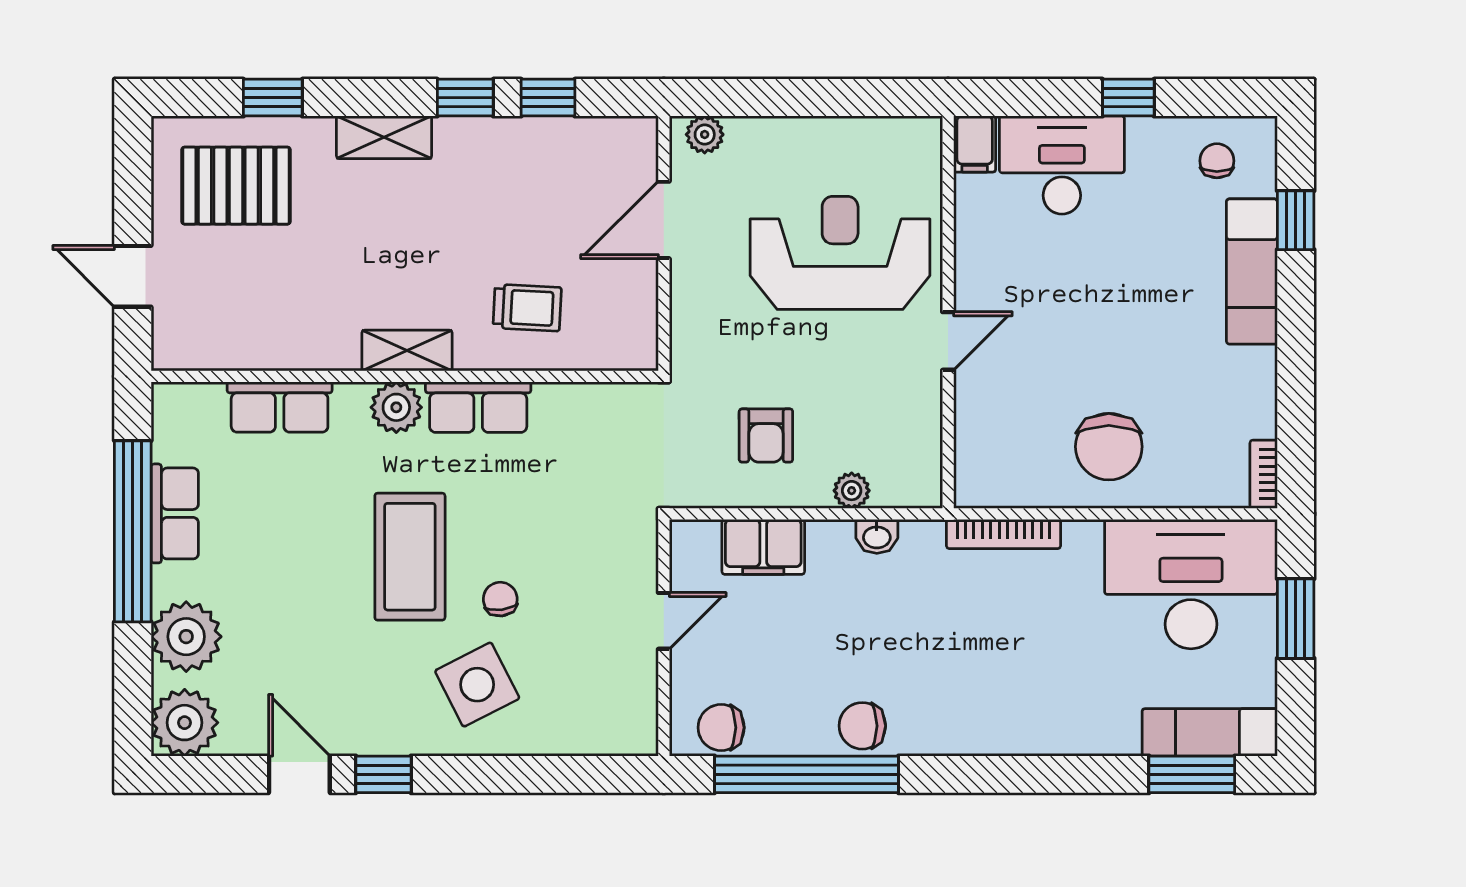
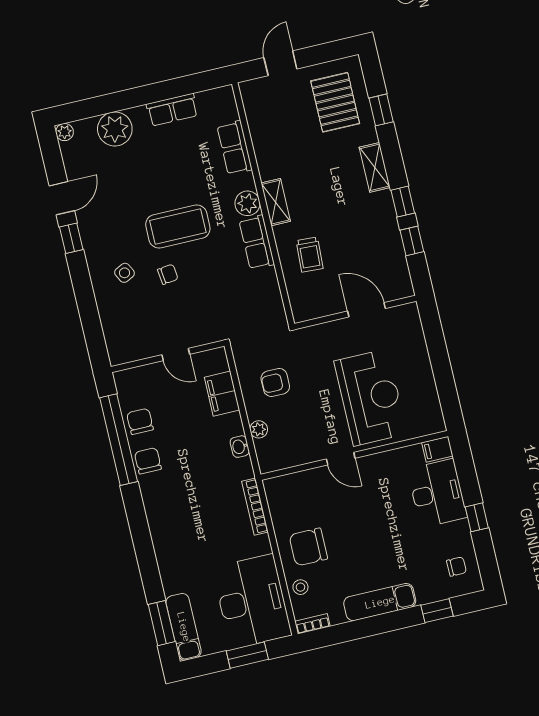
plant: (705, 135) -> (412, 320), removed
exam couch: (1252, 272) -> (380, 602), moved
stool: (1185, 481) -> (300, 587), added
window: (133, 531) -> (159, 92), removed
side table: (477, 685) -> (125, 273), width x0.54, depth x0.54
plant: (185, 723) -> (65, 132), width x0.53, depth x0.53
chair: (721, 728) -> (140, 421), moved

